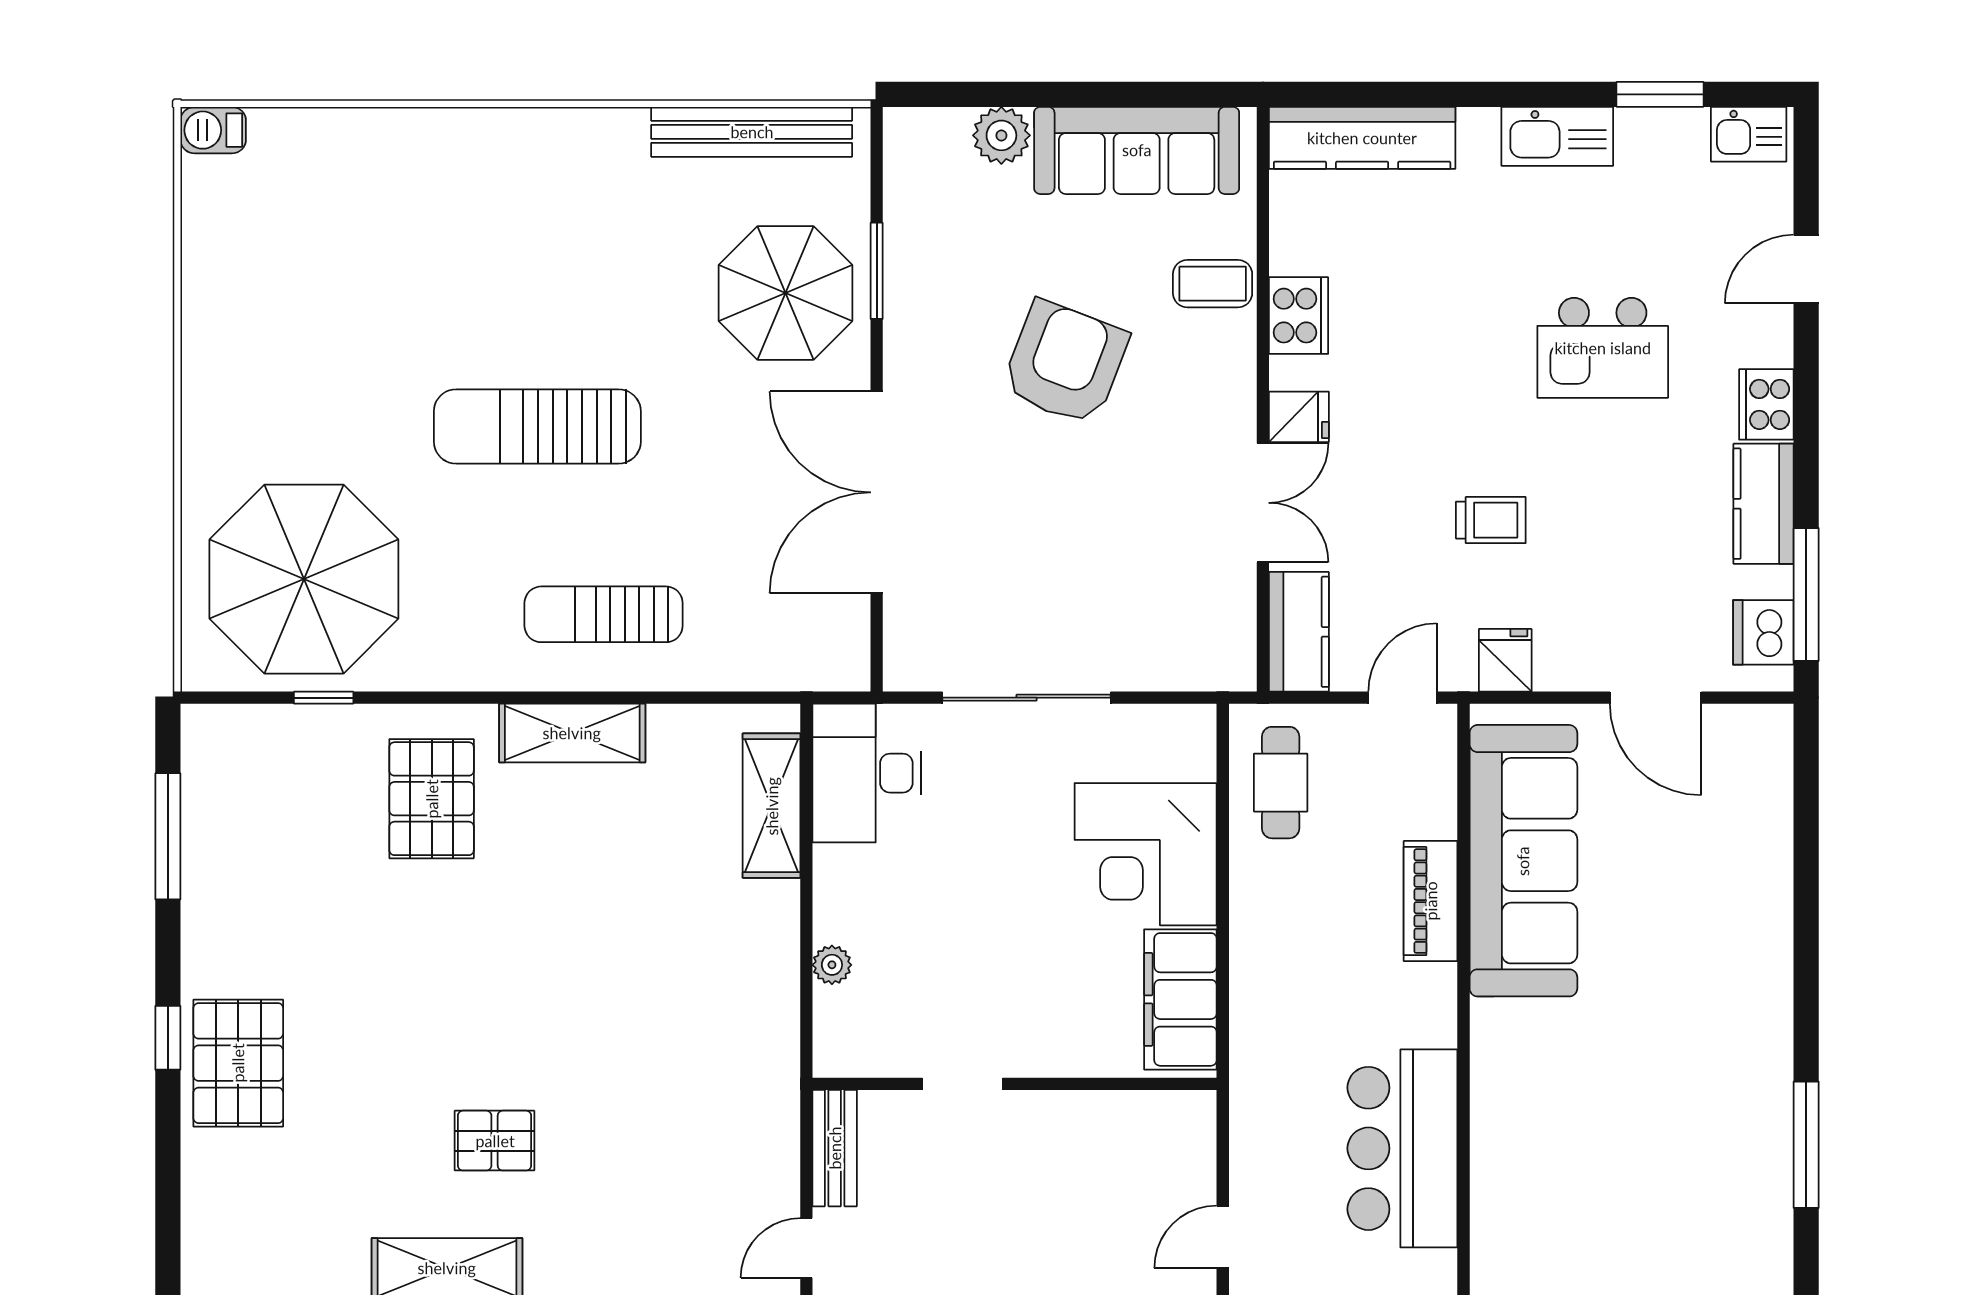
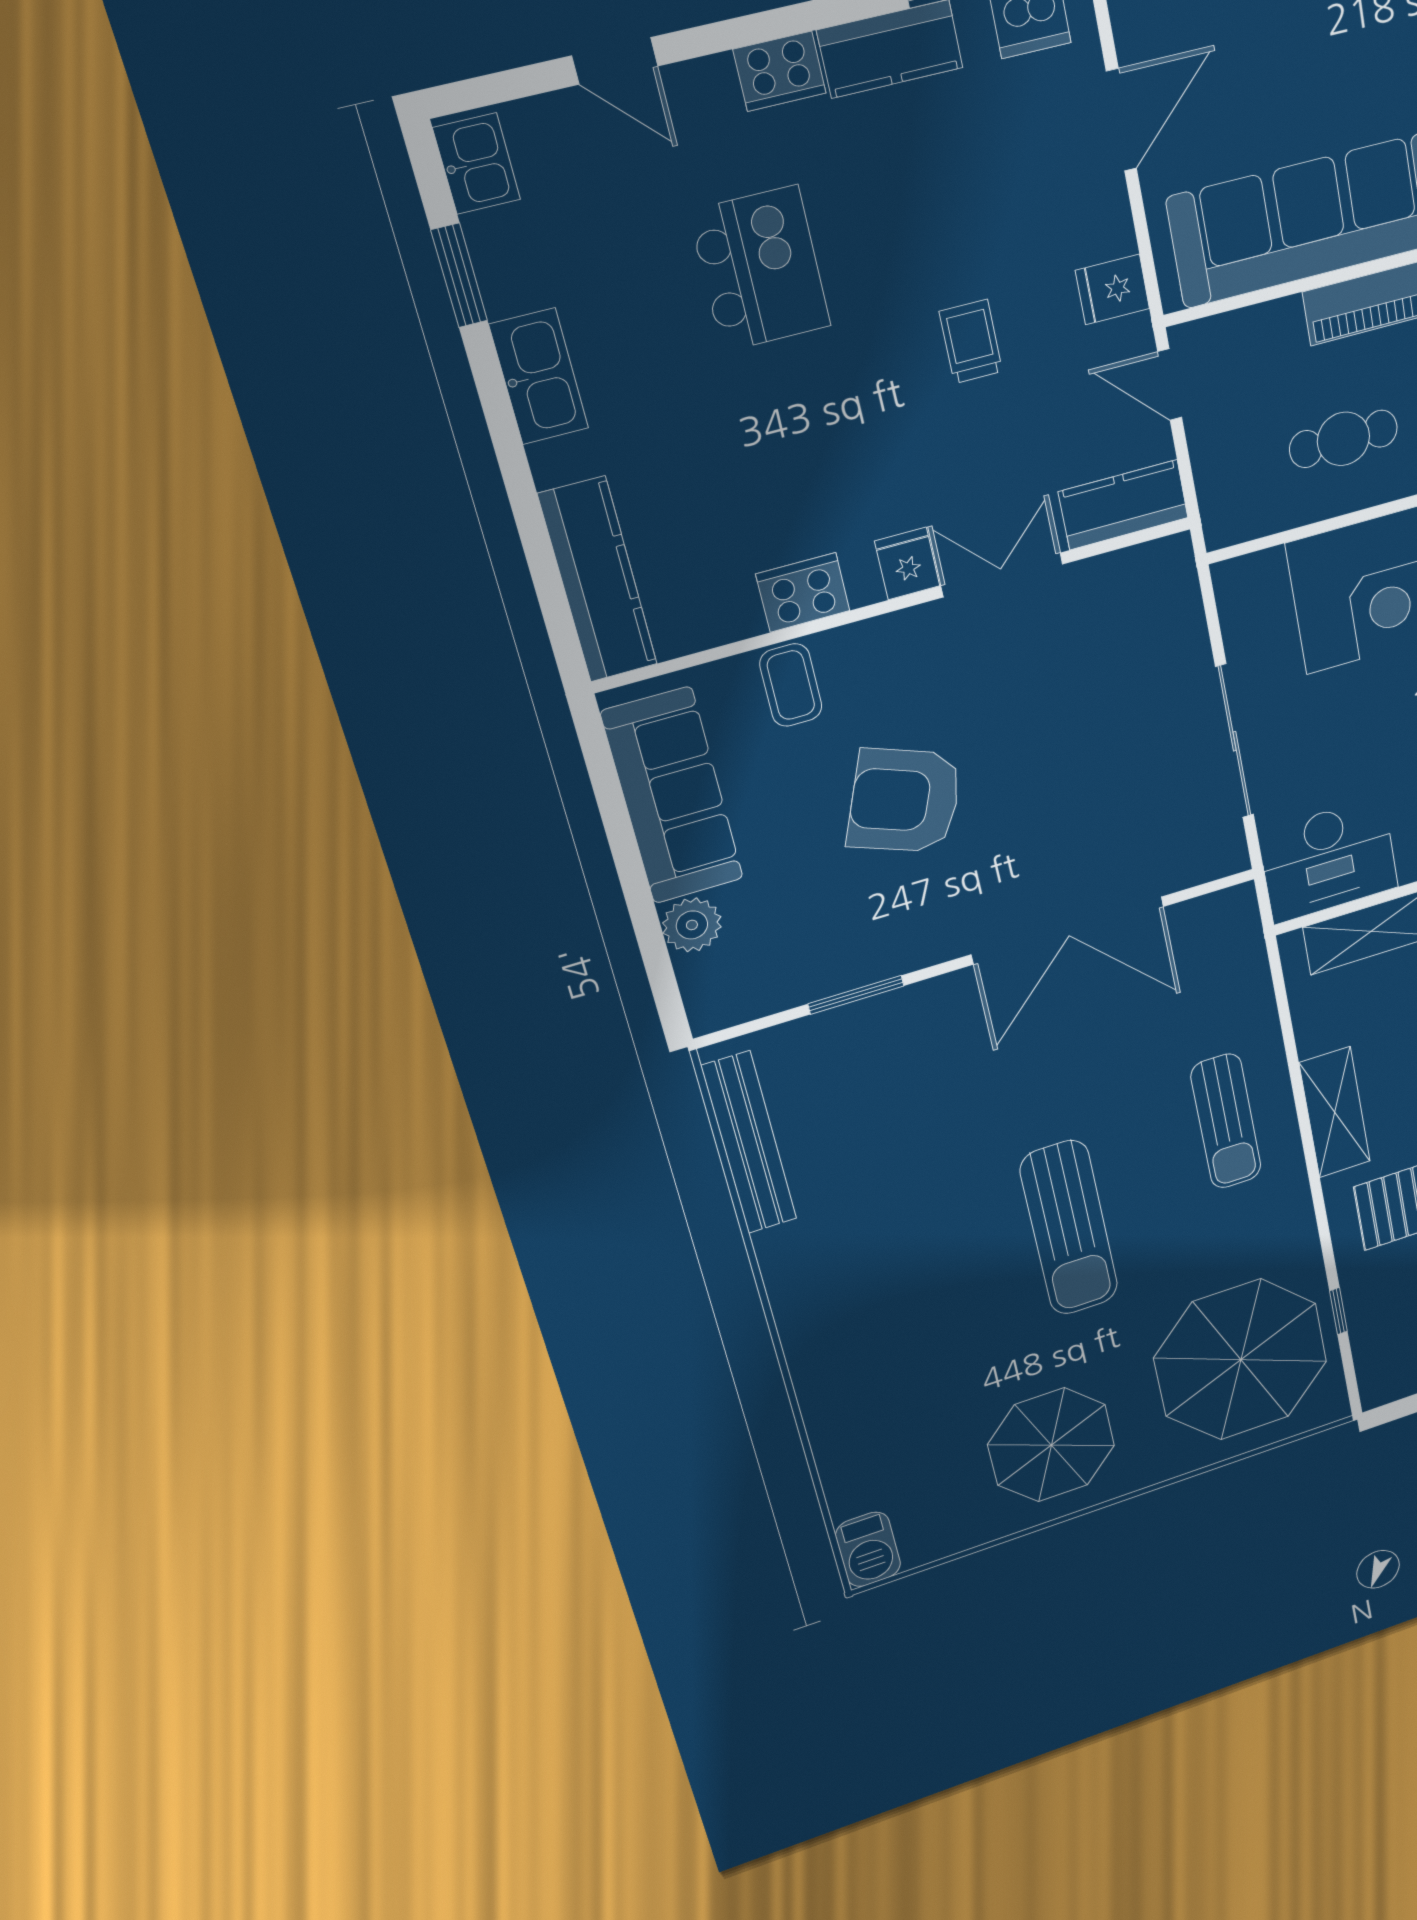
barbecue: (213, 130) -> (868, 1549), width x1.38, depth x1.27
parasol: (785, 293) -> (1051, 1445), moved
cafe table: (1281, 783) -> (1343, 439), moved

